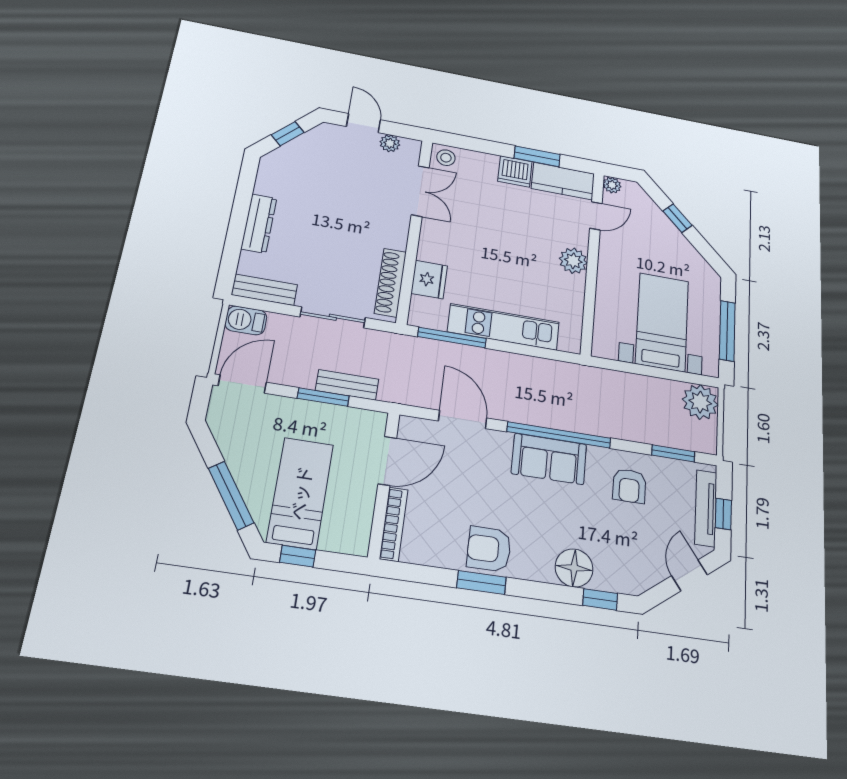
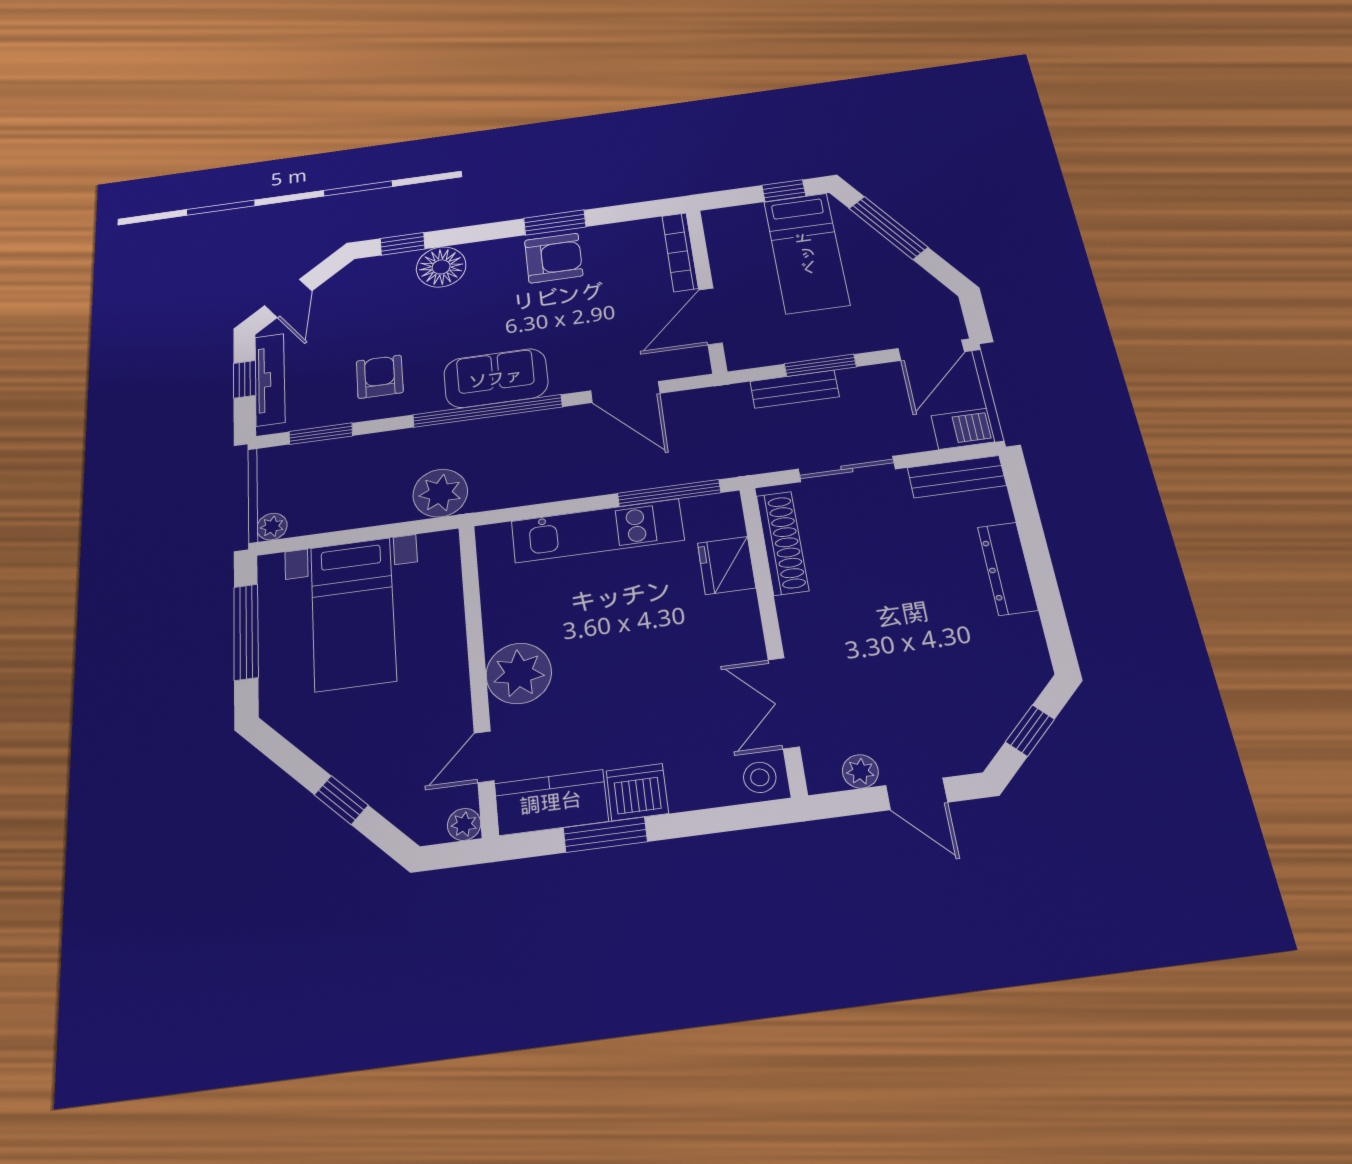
plant: (573, 261) -> (519, 673), width x1.36, depth x1.36
plant: (599, 384) -> (440, 493), added
plant: (700, 402) -> (272, 527), width x0.53, depth x0.53

